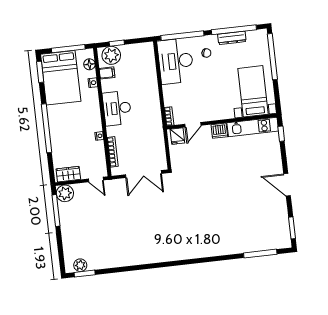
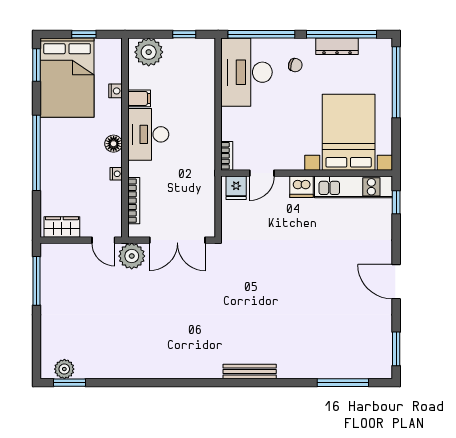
window: (117, 43) -> (184, 34), moved
window: (68, 49) -> (84, 34), width x0.46
floor lamp: (89, 64) -> (114, 144), moved
filing cabinet: (107, 73) -> (139, 98), moved
bed with nightstands: (253, 91) -> (349, 132), width x1.36
plant: (65, 193) -> (132, 256), moved
bench: (199, 253) -> (250, 372), added

